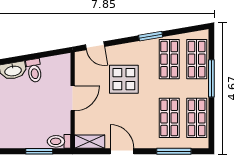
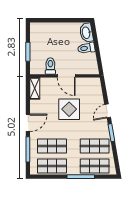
door: (95, 46) -> (108, 111), moved
display table: (124, 79) -> (69, 109), moved
toilet: (59, 141) -> (50, 66), moved
door: (122, 151) -> (28, 123), moved

